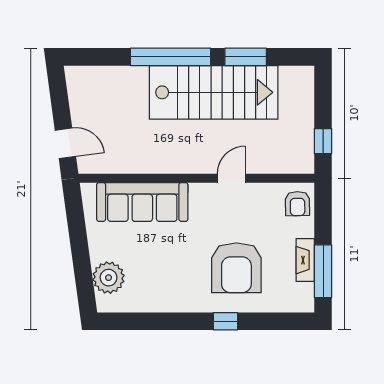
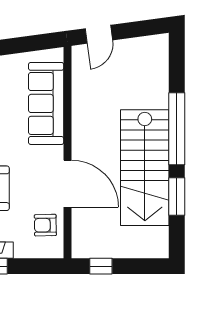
door: (231, 178) -> (67, 184), width x1.87
armchair: (297, 204) -> (45, 225), moved

